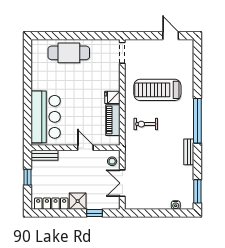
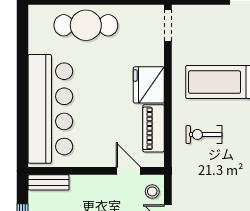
fridge: (112, 97) -> (149, 85), width x1.88, depth x1.34
bar counter: (46, 117) -> (50, 109), width x1.36
door: (85, 148) -> (128, 171), moved

